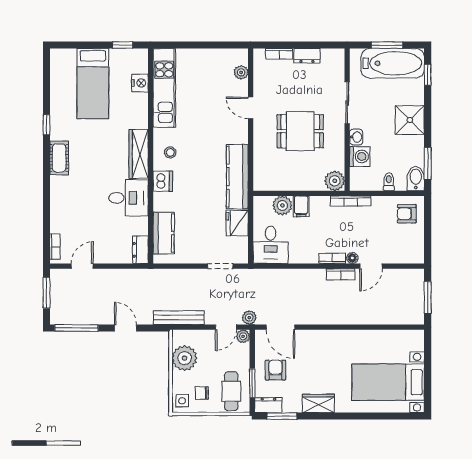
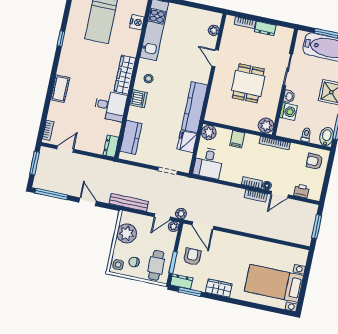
dining table: (300, 131) -> (248, 83), turned 90
cot: (59, 158) -> (60, 89), moved
plant: (282, 205) -> (209, 132), moved
printer: (398, 256) -> (302, 191), added

